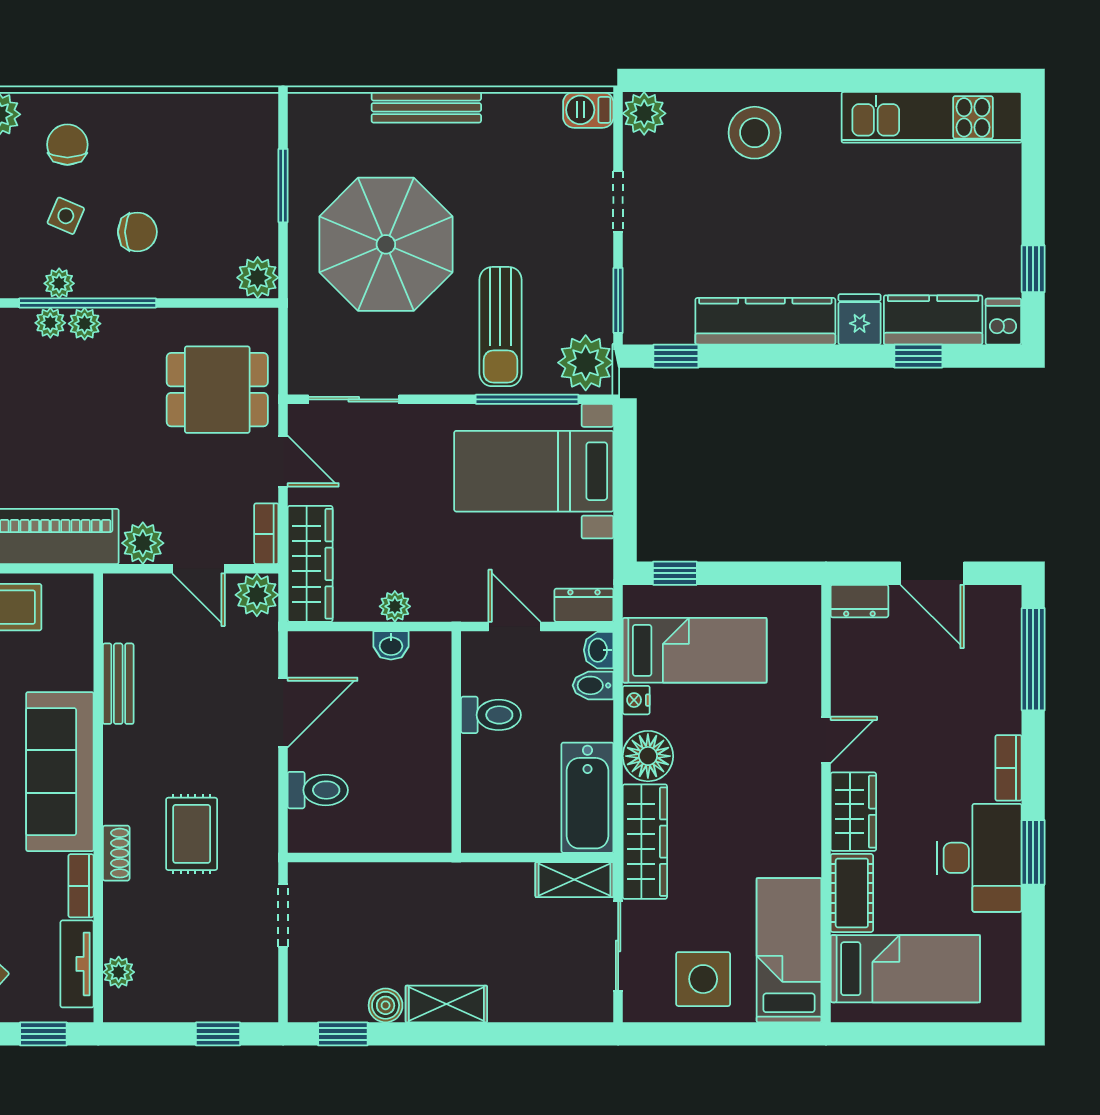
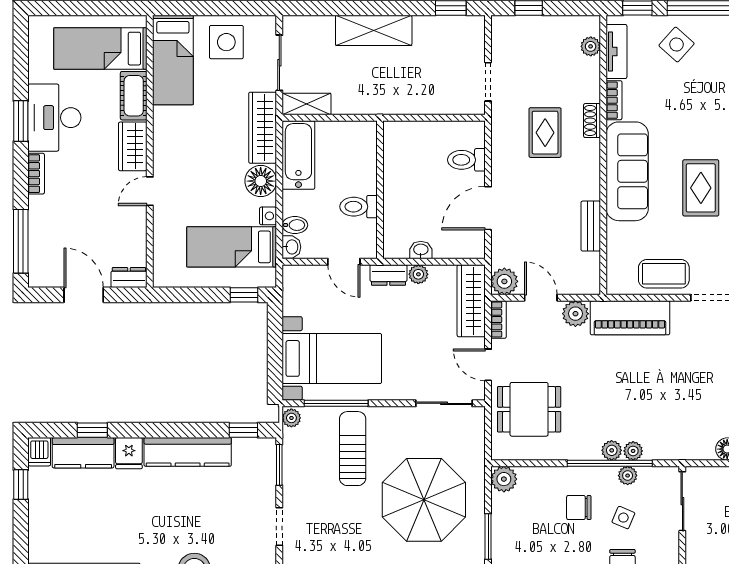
plant: (586, 363) -> (291, 418), width x0.53, depth x0.53
dresser: (584, 605) -> (388, 275), moved
shelving: (446, 1004) -> (374, 30), width x1.50, depth x1.33
boiler: (386, 1005) -> (424, 26), removed

